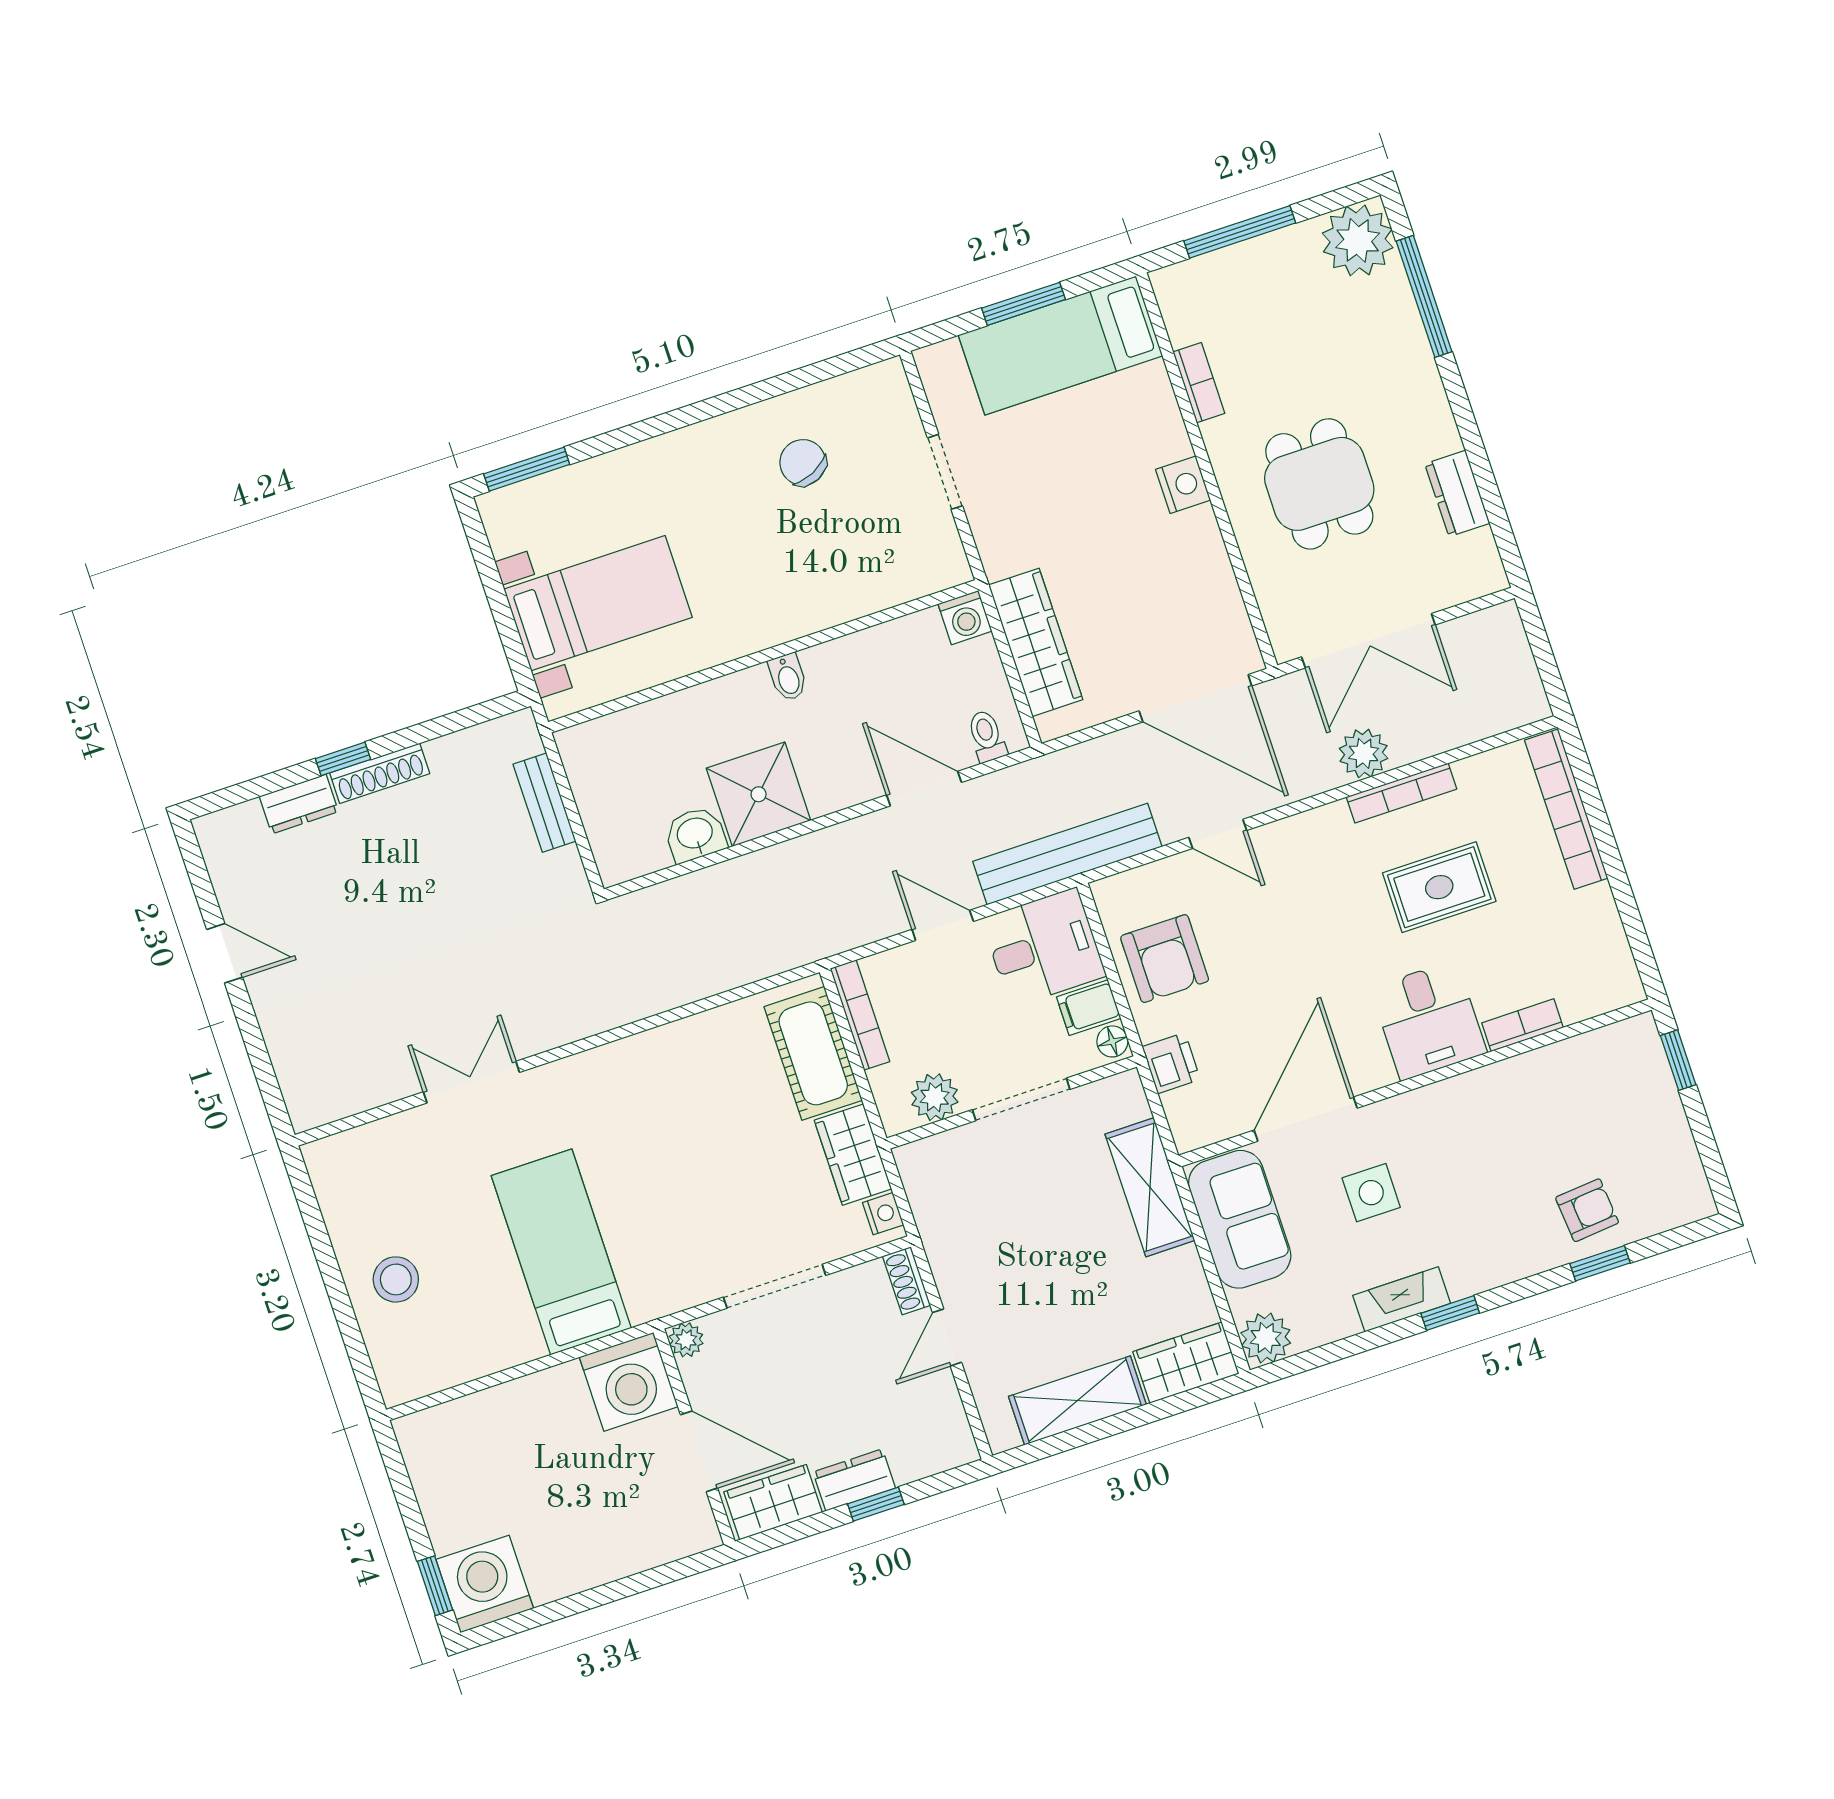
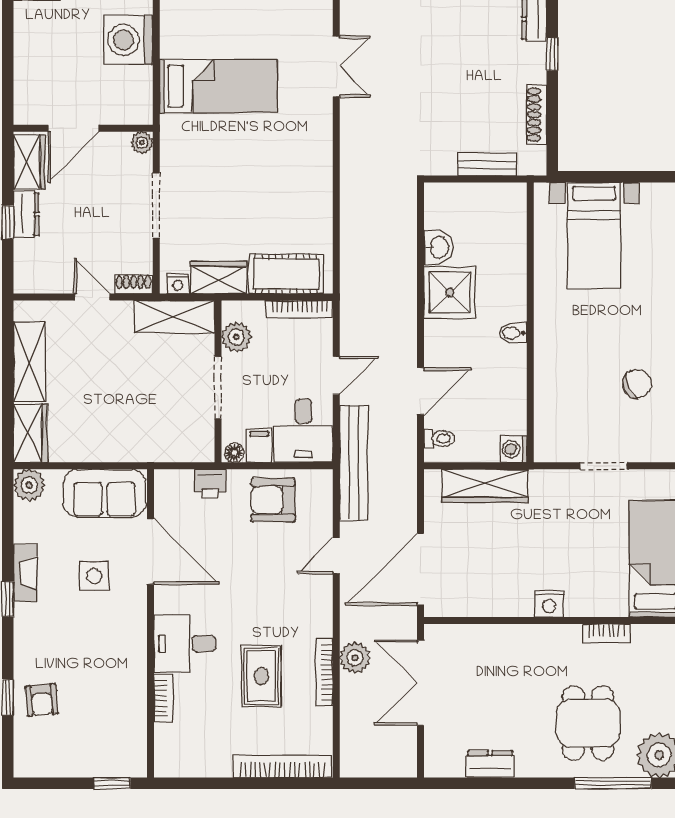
dining table: (1319, 484) -> (588, 723), moved, turned 90
shoe rack: (380, 773) -> (537, 115), moved
shelving: (1150, 1187) -> (174, 317), moved
washing machine: (629, 1382) -> (128, 40), moved

